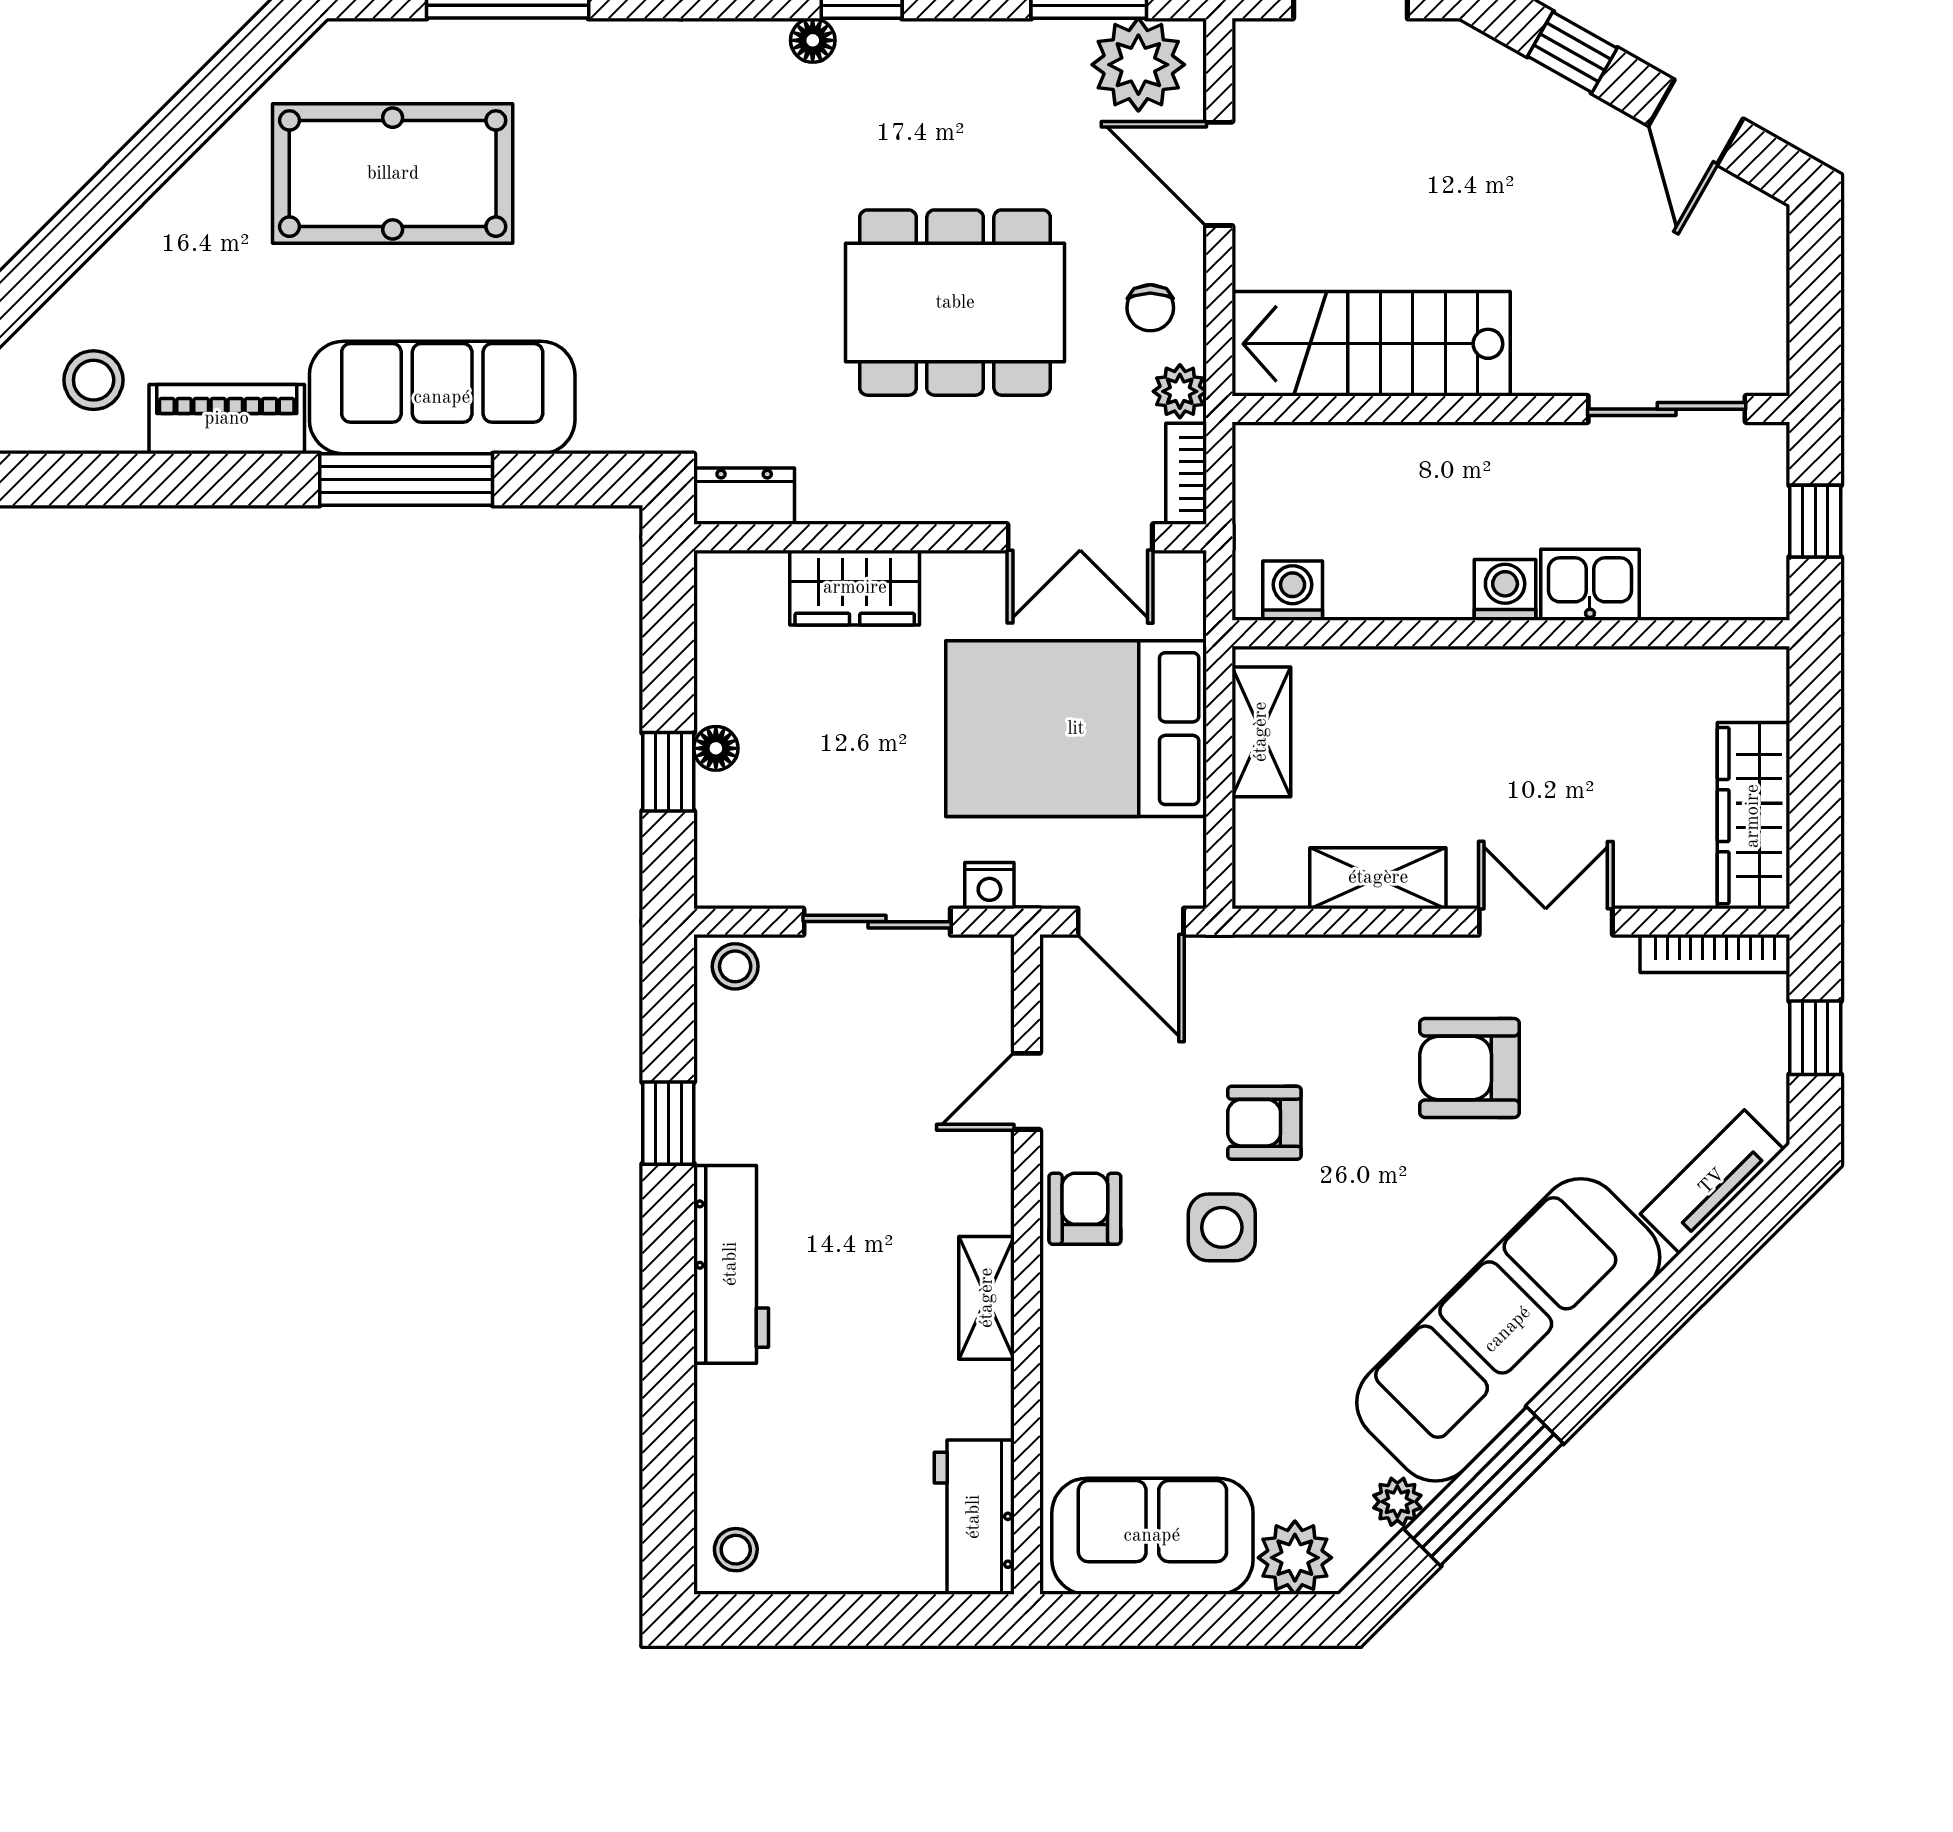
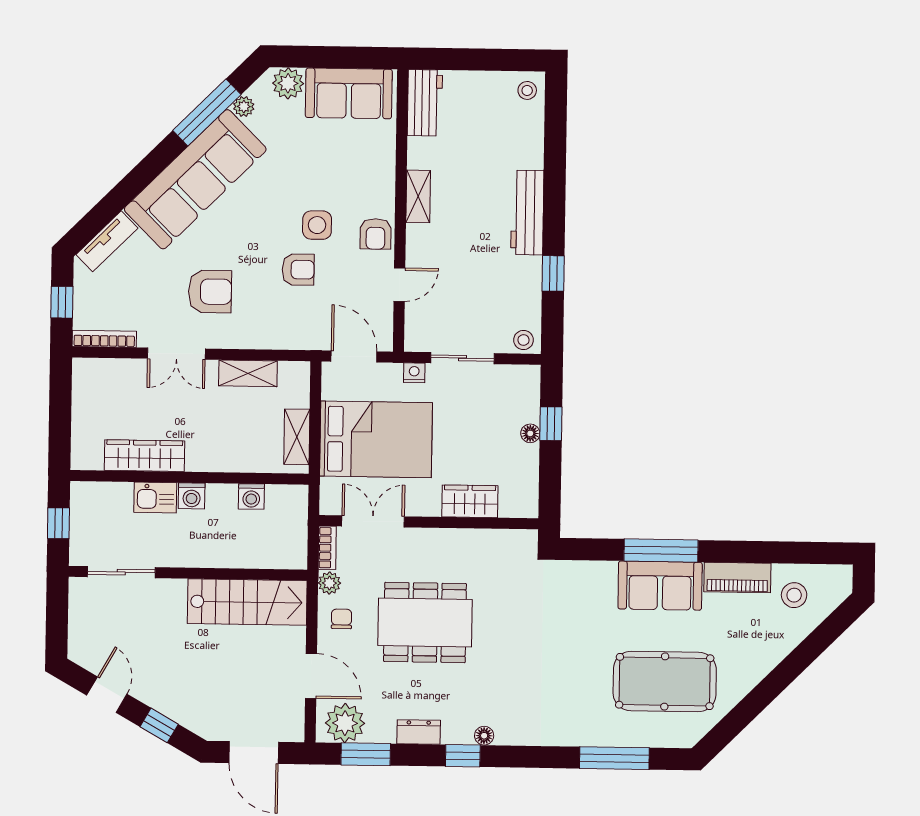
sofa: (442, 398) -> (660, 586), width x0.73
dresser: (744, 496) -> (419, 732), moved, turned 180
washing machine: (1293, 591) -> (251, 496), moved
wardrobe: (1753, 816) -> (145, 456), moved, turned -90

